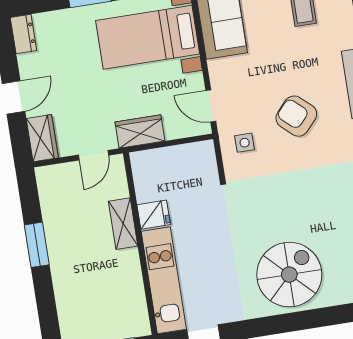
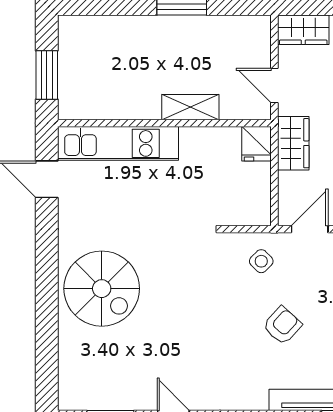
armchair: (296, 116) -> (282, 325), width x0.72, depth x0.72
side table: (245, 143) -> (261, 261), turned 45
fridge: (154, 215) -> (257, 144), moved

